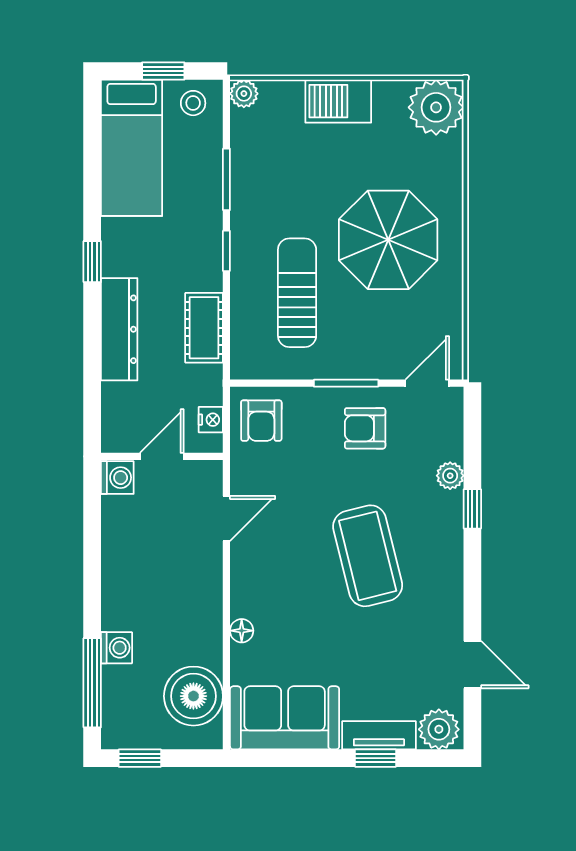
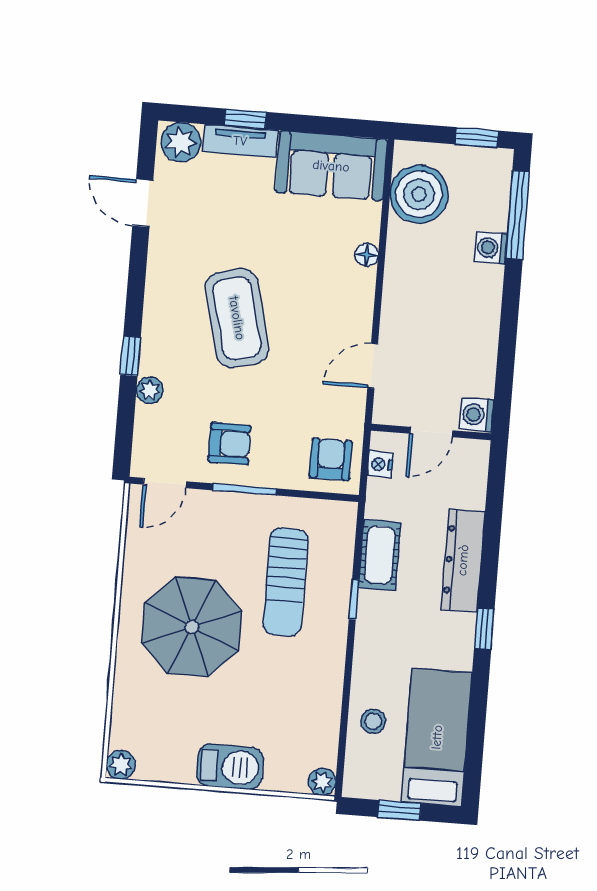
stool: (193, 103) -> (373, 721), moved
plant: (436, 107) -> (121, 765), width x0.53, depth x0.53
window: (226, 179) -> (346, 699), removed
window: (226, 251) -> (354, 599), moved

